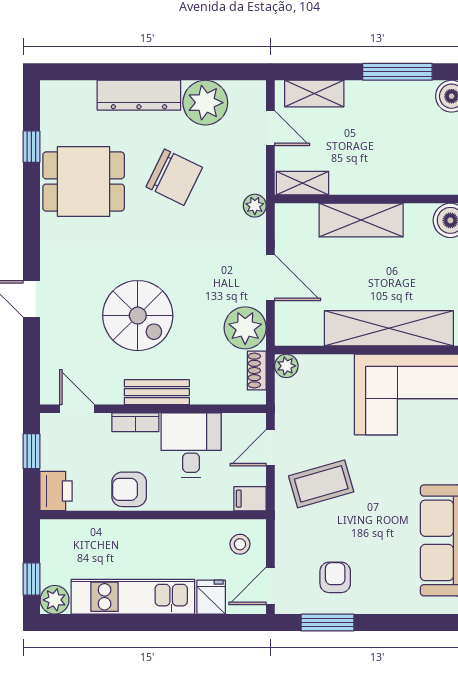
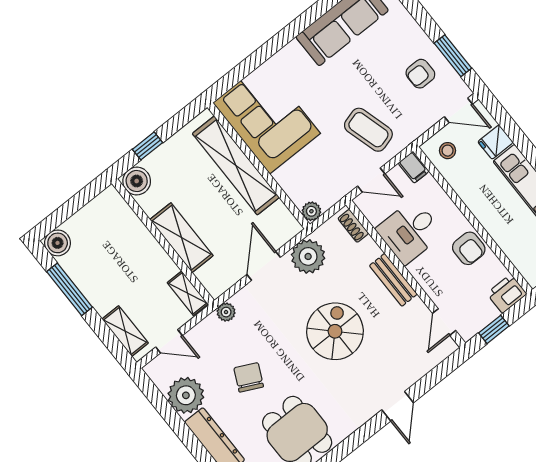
door: (270, 128) -> (169, 341), swing flipped
chair: (174, 177) -> (249, 377), width x0.73, depth x0.73
spiral stairs: (138, 316) -> (335, 331), moved
shoe rack: (257, 370) -> (353, 226), moved, turned 90
bookcase: (135, 422) -> (423, 278), removed

